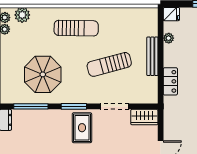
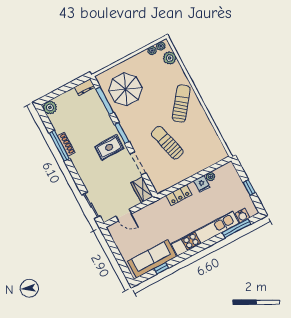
fridge: (171, 14) -> (202, 184), moved
sun lounger: (76, 28) -> (181, 104), turned -144
bench: (152, 56) -> (191, 172), removed
parasol: (43, 74) -> (125, 89), moved

